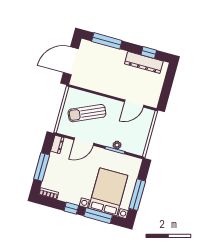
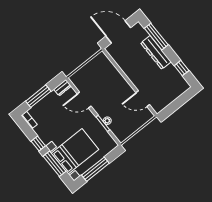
dresser: (144, 62) -> (156, 52), moved
sun lounger: (87, 113) -> (102, 80), removed

